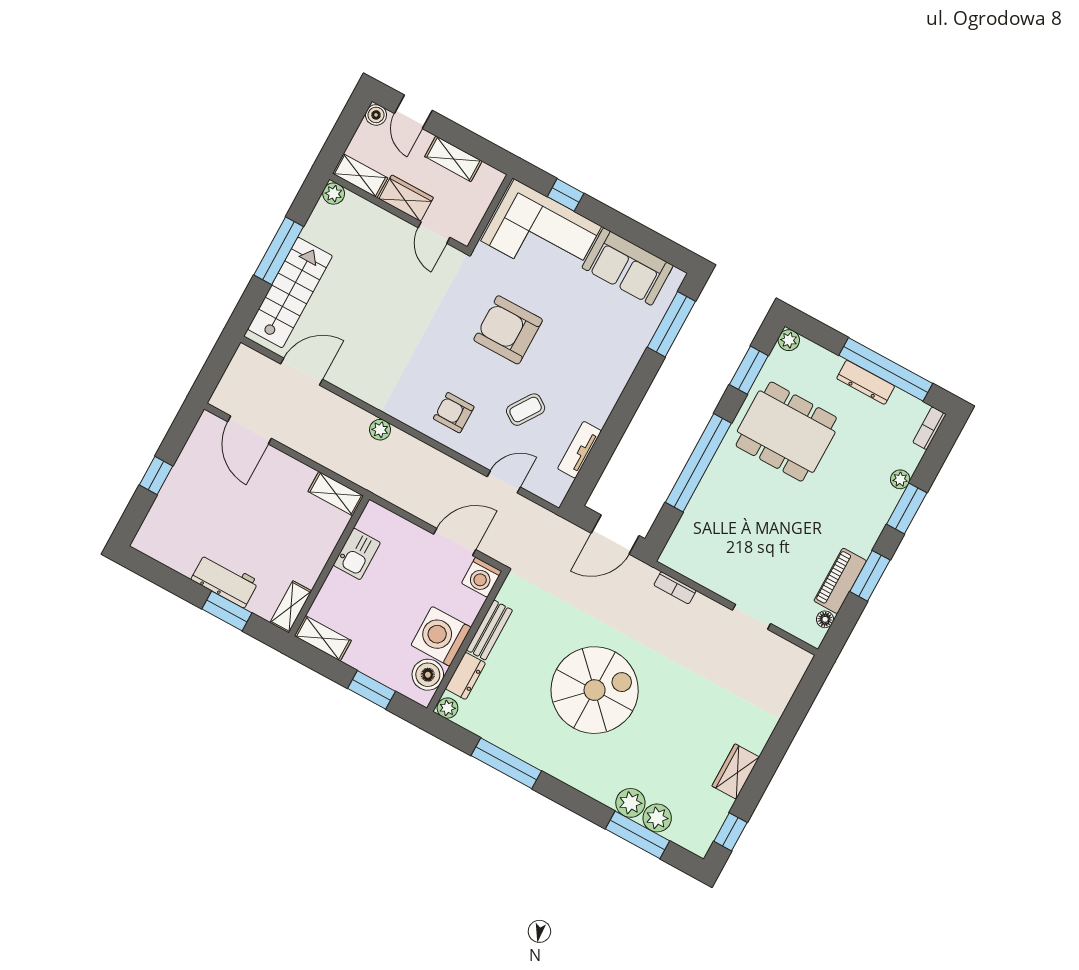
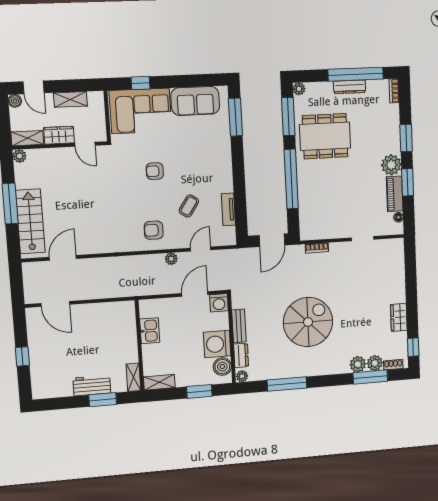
armchair: (508, 330) -> (155, 171), width x0.53, depth x0.53
window: (749, 370) -> (288, 117), width x1.44
plant: (380, 430) -> (171, 259), moved
plant: (900, 479) -> (391, 165), moved, width x1.88, depth x1.88
shelving: (336, 494) -> (120, 308), removed
shoe rack: (684, 839) -> (393, 365), added

